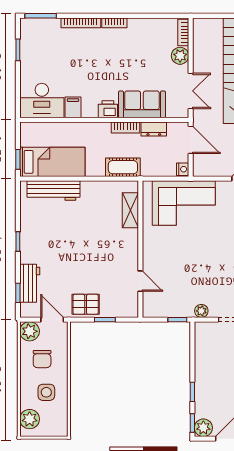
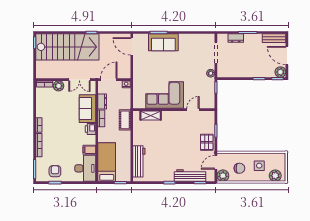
armchair: (37, 50) -> (55, 171), added
double door: (191, 91) -> (79, 80), swing flipped
bed: (52, 162) -> (107, 162), moved
corner sofa: (184, 203) -> (165, 95), moved, turned -90
workbench: (30, 283) -> (190, 176), width x1.37

